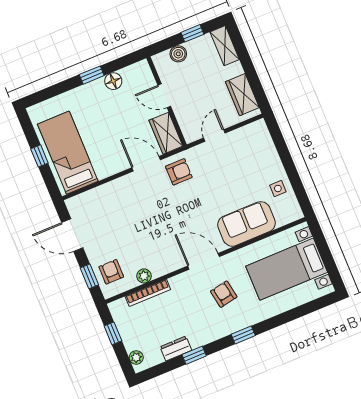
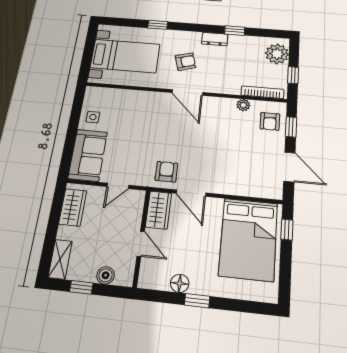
bed: (68, 153) -> (248, 239), width x1.50
window: (39, 156) -> (287, 230), moved
armchair: (179, 172) -> (166, 172), turned 90
sofa: (246, 224) -> (88, 155), moved, turned -90
bookcase: (148, 293) -> (262, 92), moved
armchair: (224, 294) -> (186, 62), turned -96
window: (243, 335) -> (158, 25), moved
dresser: (176, 349) -> (215, 39), moved
plant: (136, 357) -> (277, 54), width x1.87, depth x1.87

